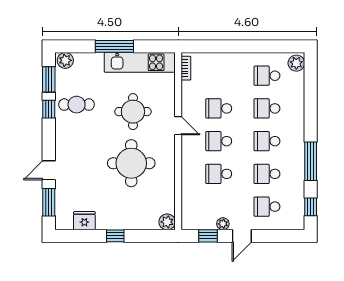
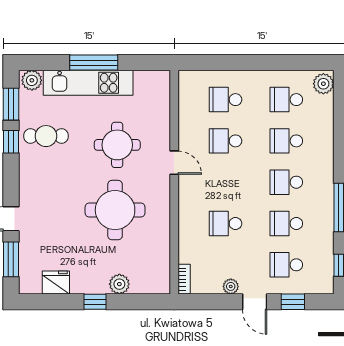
kitchen unit: (140, 62) -> (88, 83), moved
bookcase: (186, 68) -> (184, 279), moved
school desk: (219, 141) -> (225, 100), moved
plant: (167, 222) -> (119, 284), moved
window: (208, 236) -> (293, 302), moved
door: (242, 236) -> (255, 302), hinge flipped

